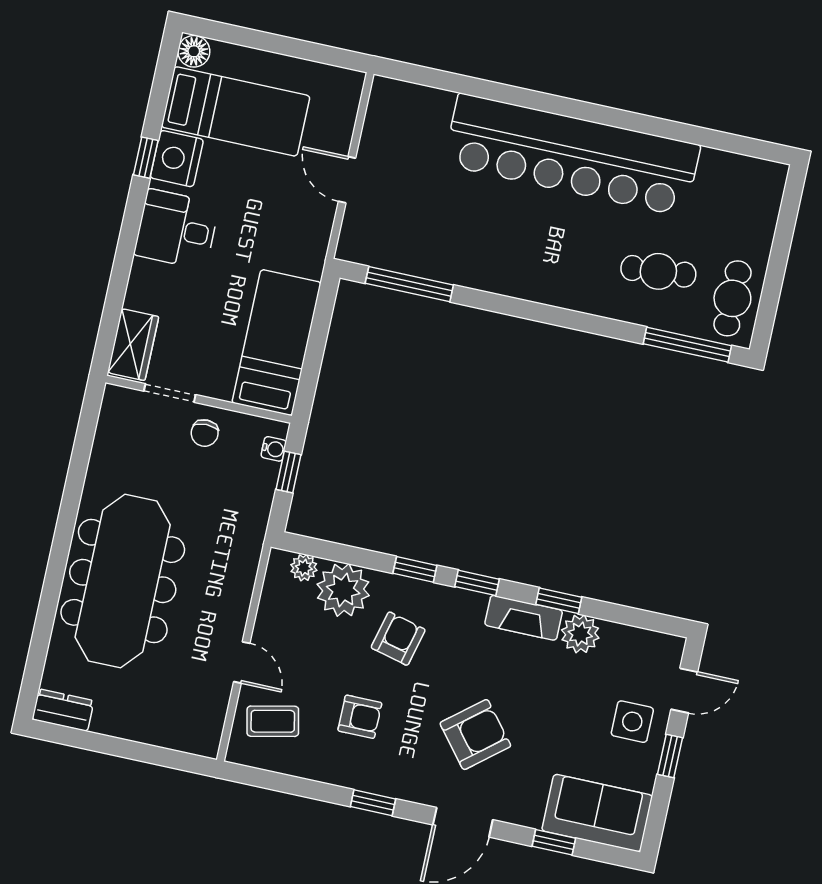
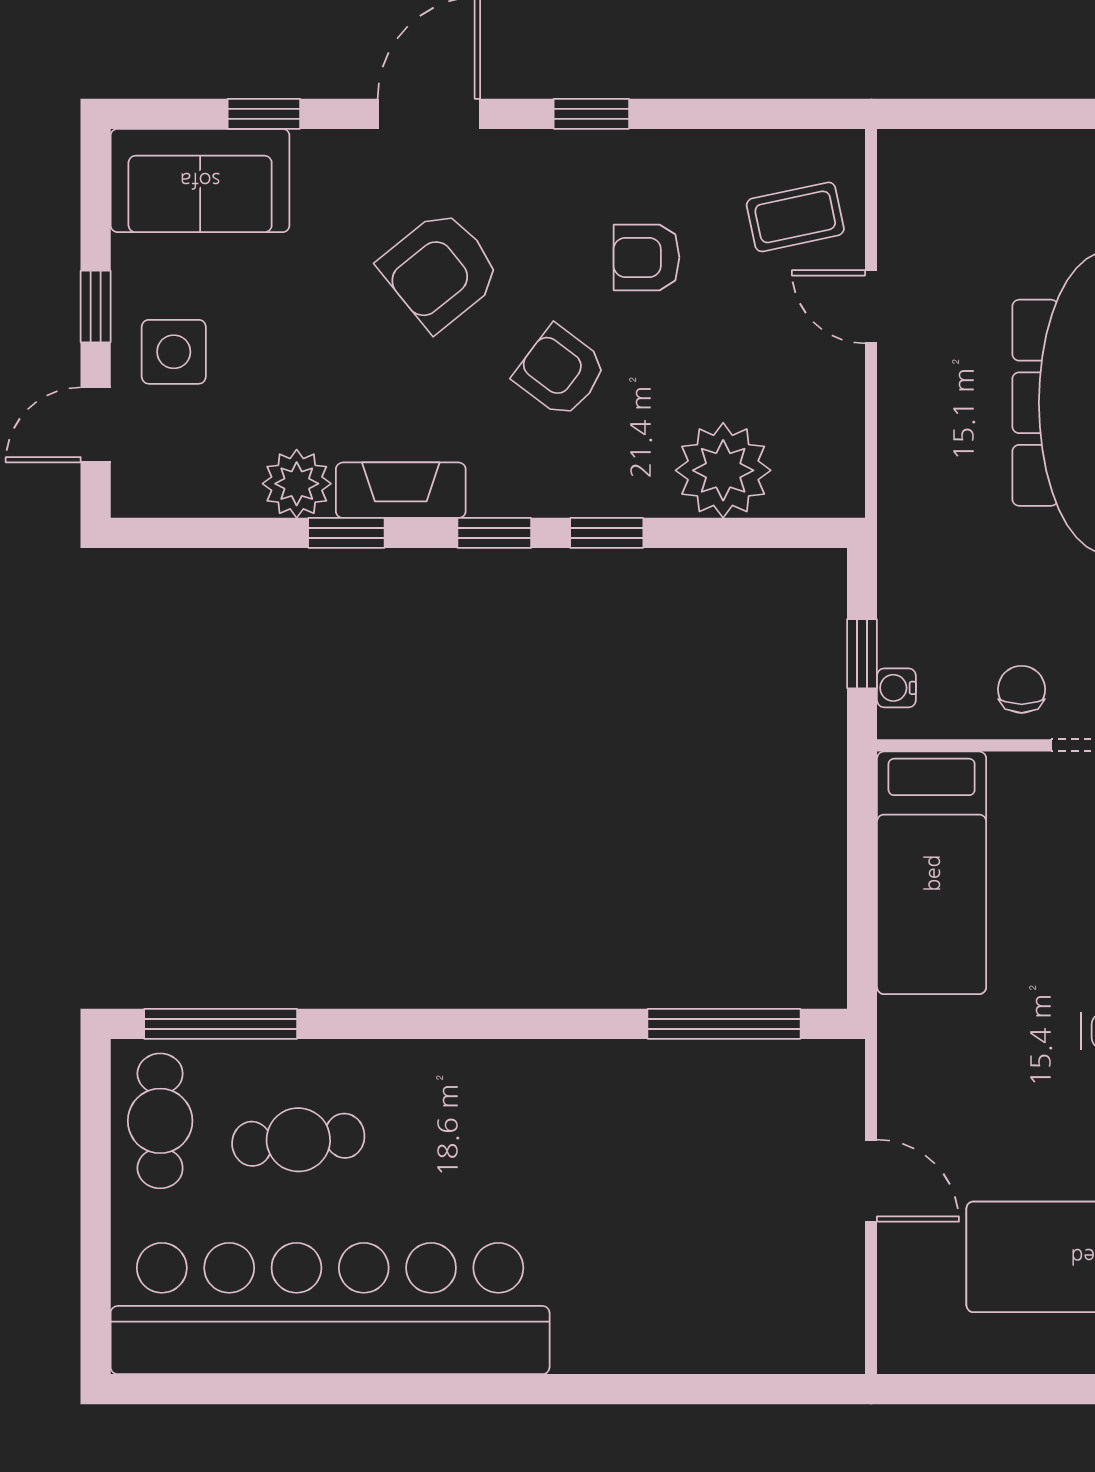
bar counter: (572, 155) -> (330, 1309), moved
plant: (304, 568) -> (799, 494), removed
armchair: (398, 639) -> (560, 371), moved, turned 113

